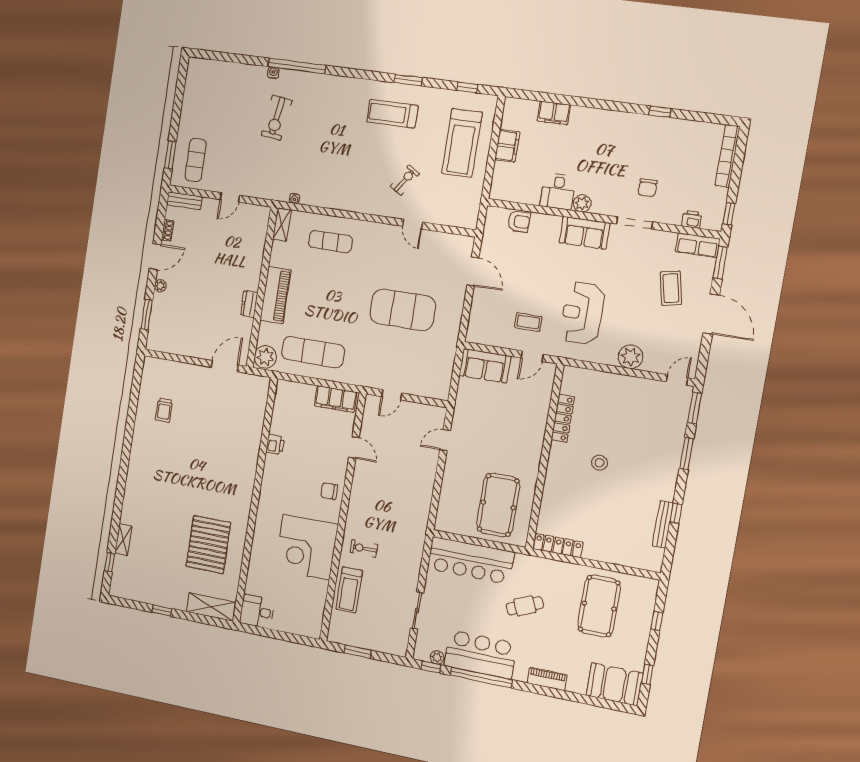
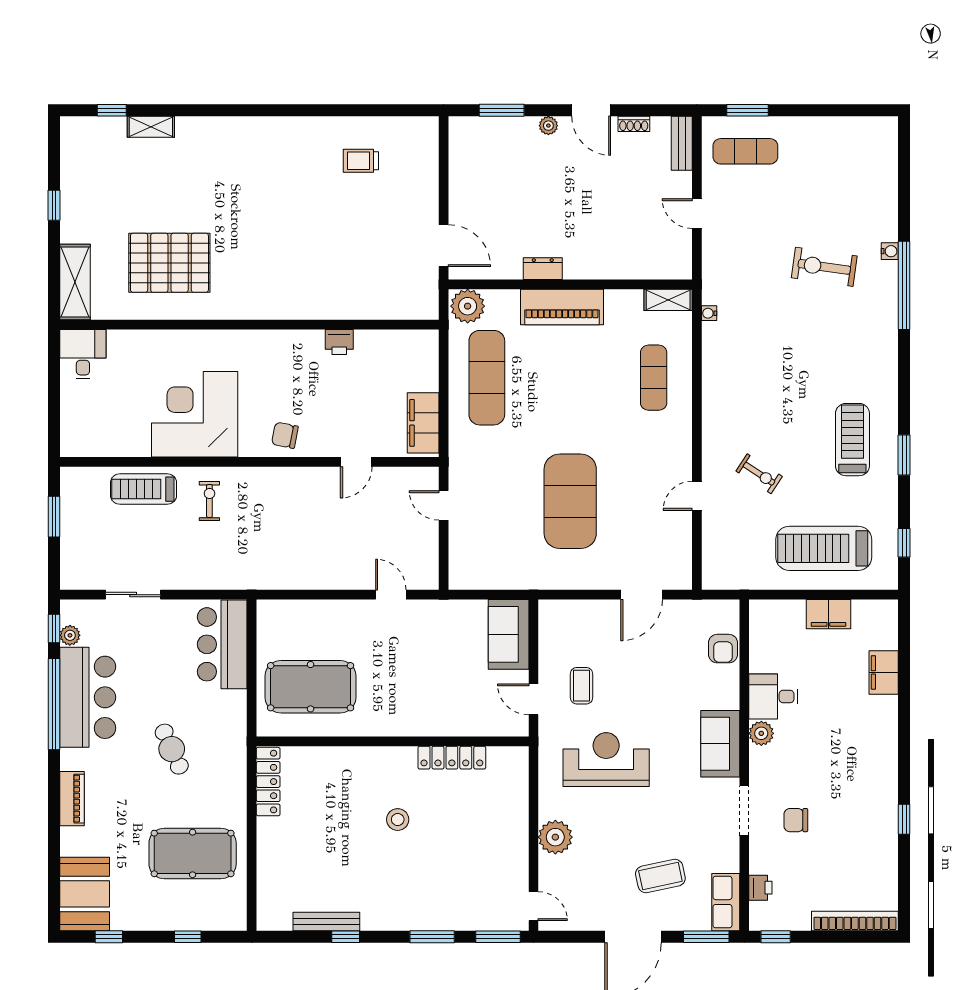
chair: (329, 491) -> (285, 435), turned -79
bar counter: (471, 560) -> (222, 644), width x0.73

